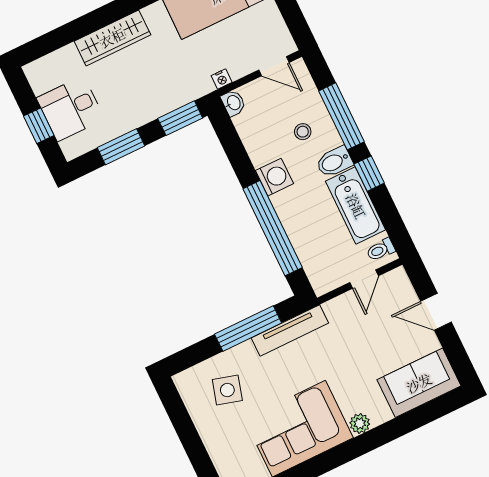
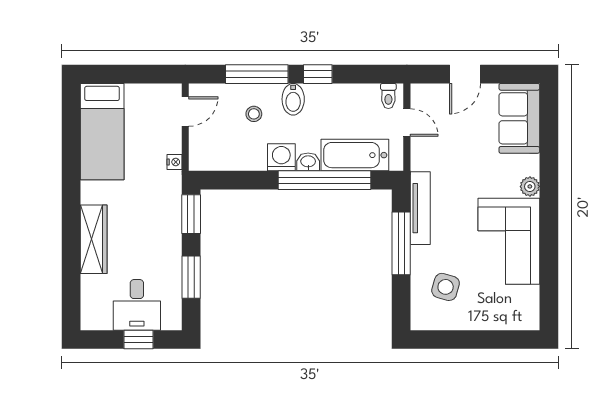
washbasin: (233, 103) -> (308, 162), moved
bathtub: (356, 206) -> (355, 155), moved, turned 180

